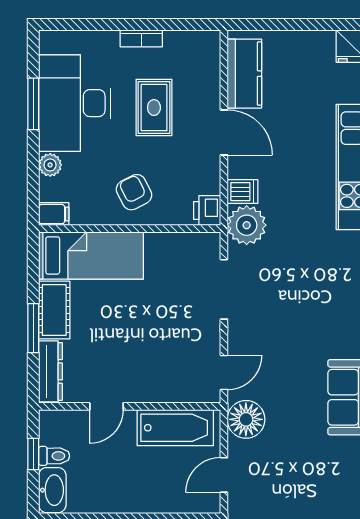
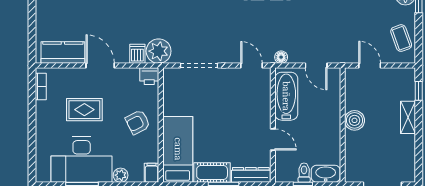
bookcase: (141, 38) -> (41, 86), moved
door: (224, 132) -> (100, 66), hinge flipped
floor lamp: (246, 419) -> (281, 57), width x0.53, depth x0.53

